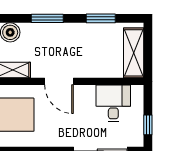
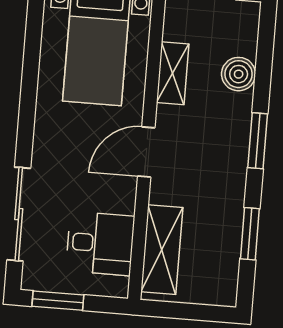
shelving: (134, 53) -> (162, 250), moved, turned 90
window: (148, 125) -> (58, 301), width x1.50

